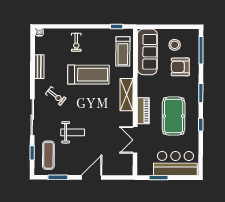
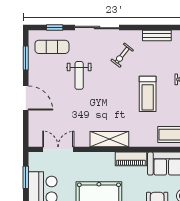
treadmill: (88, 75) -> (148, 94), width x0.73, depth x0.73
shelving: (127, 95) -> (109, 139), moved
piano: (143, 111) -> (131, 159), moved
double door: (135, 140) -> (58, 149), moved

